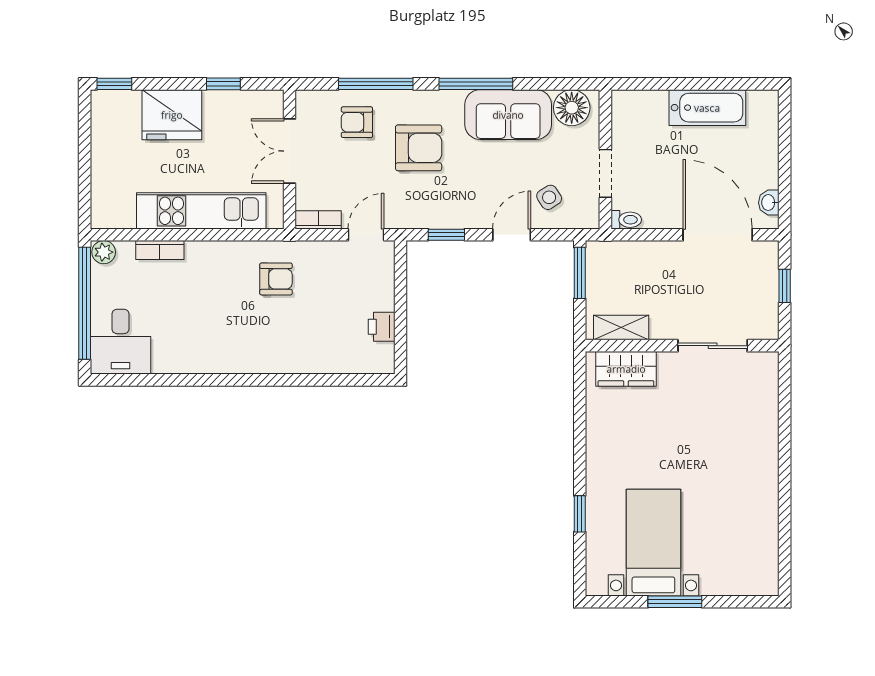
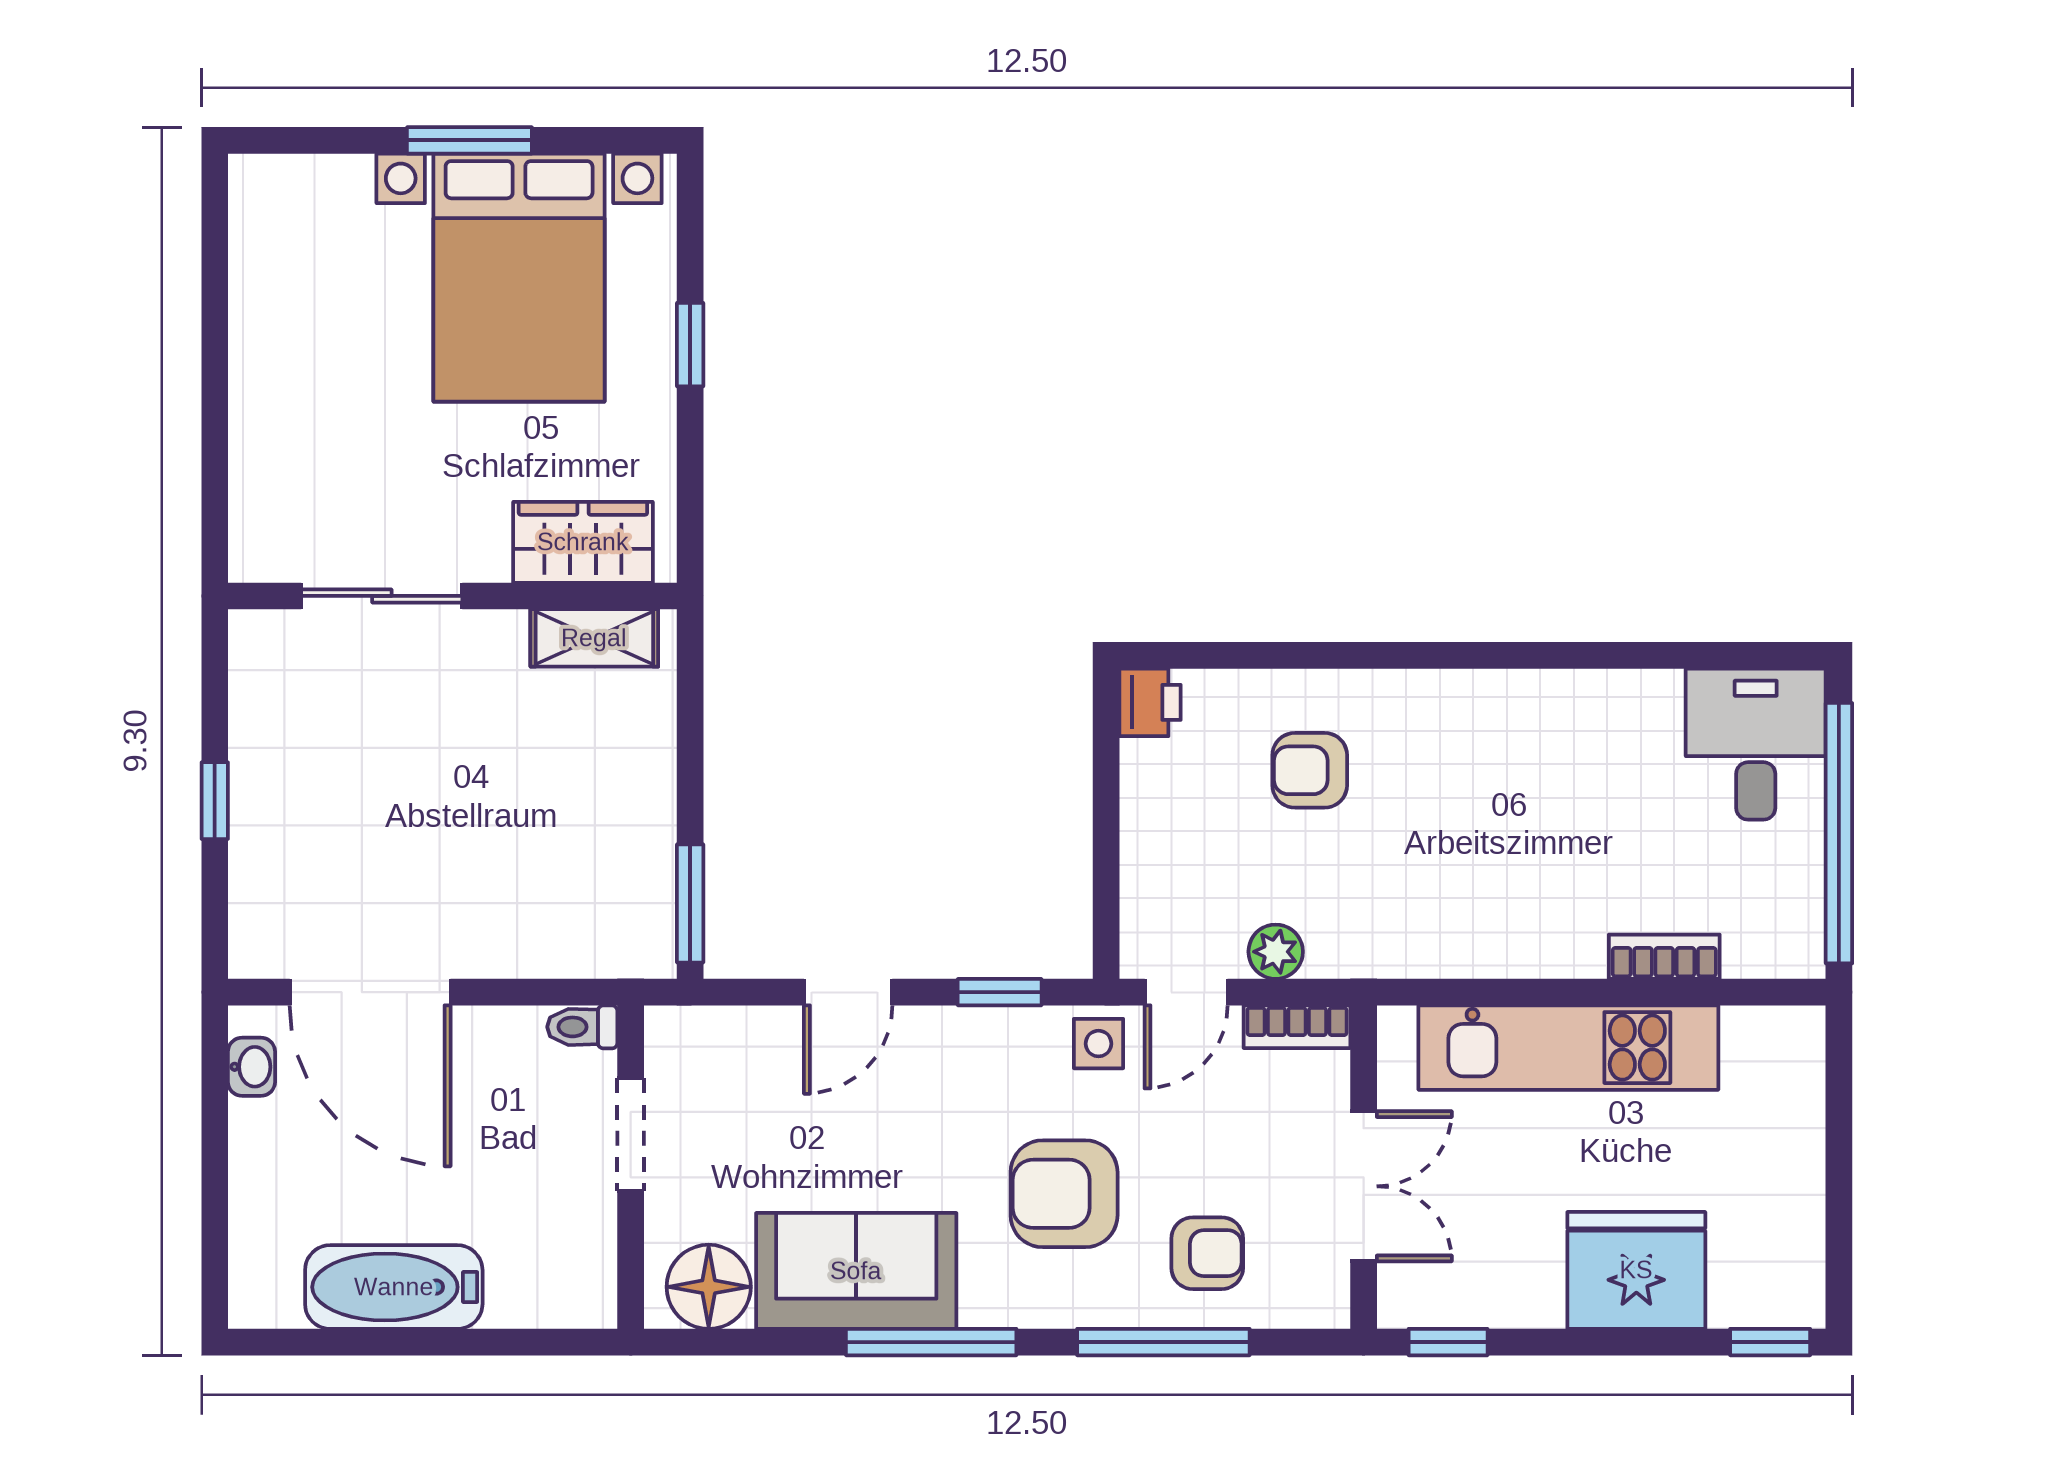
window: (223, 84) -> (1448, 1342), moved
side table: (549, 197) -> (1098, 1044), moved, turned 33
plant: (104, 252) -> (1276, 952), moved
armchair: (276, 279) -> (1310, 770), moved
window: (785, 286) -> (215, 801), moved
printer: (382, 327) -> (1150, 702), moved
shelving: (621, 328) -> (594, 638), moved
wall: (682, 346) -> (452, 596), moved
sliding door: (713, 346) -> (382, 596), moved
wardrobe: (626, 369) -> (583, 542), moved
bed with nightstands: (653, 543) -> (519, 278), width x1.36

